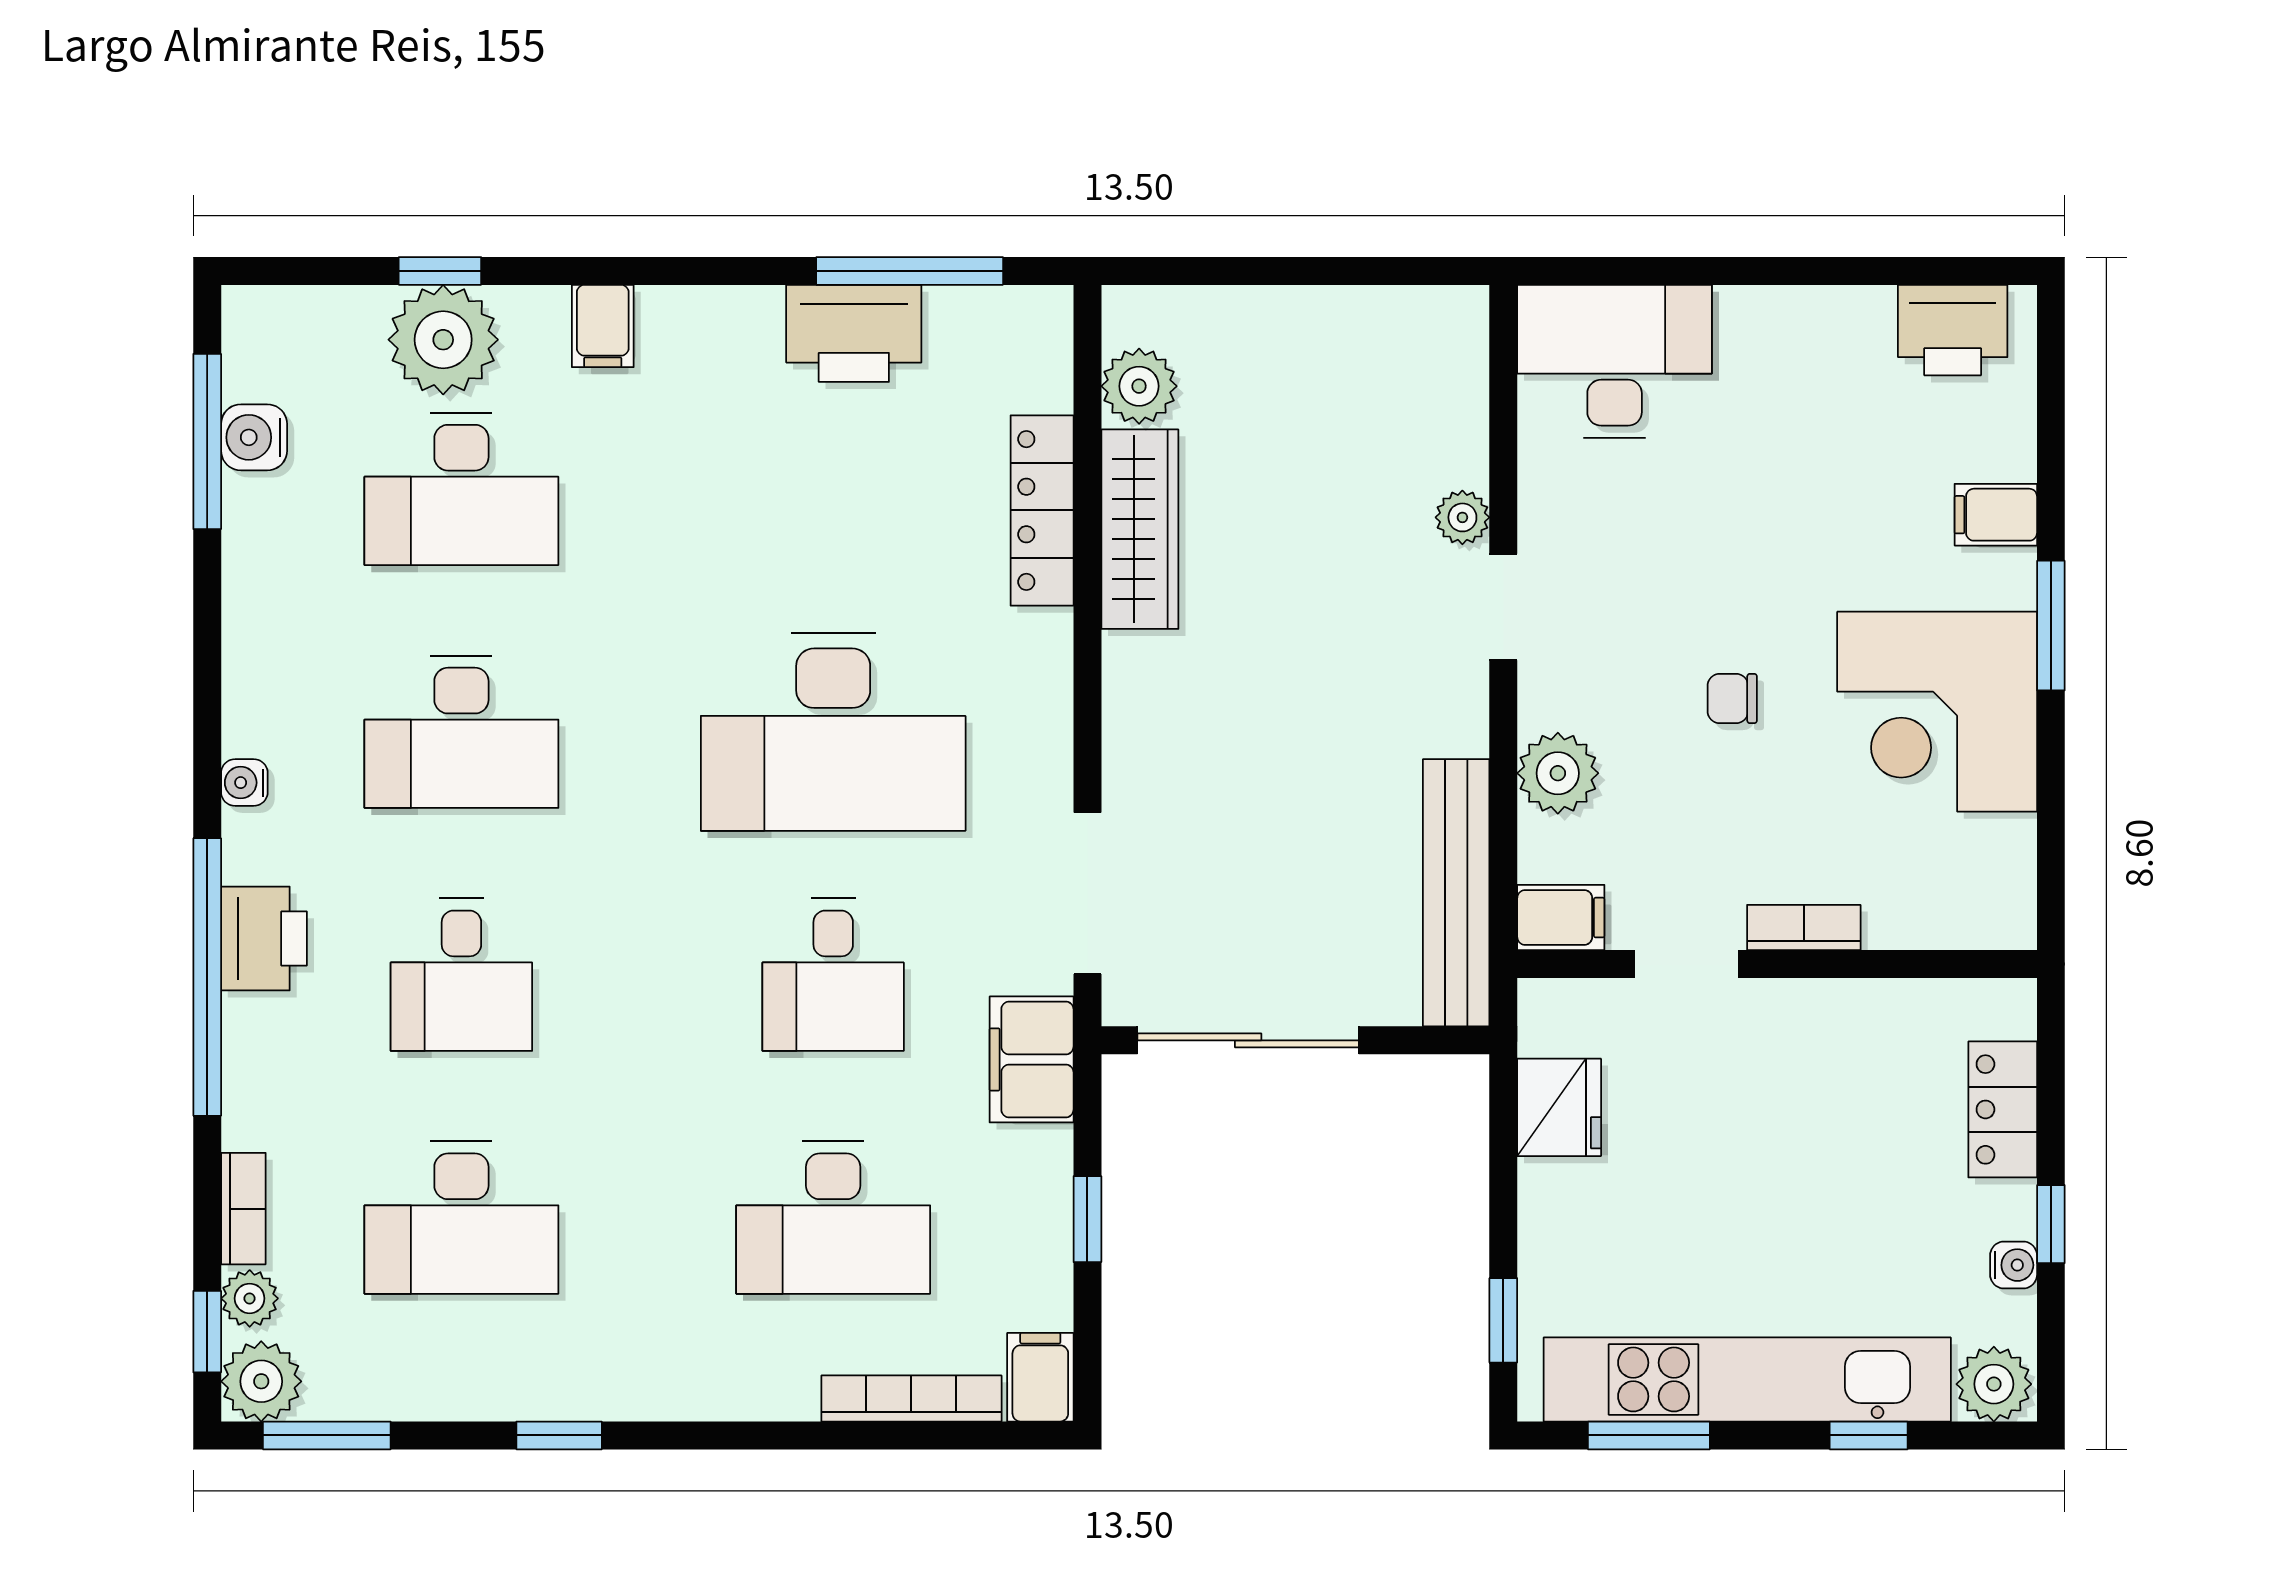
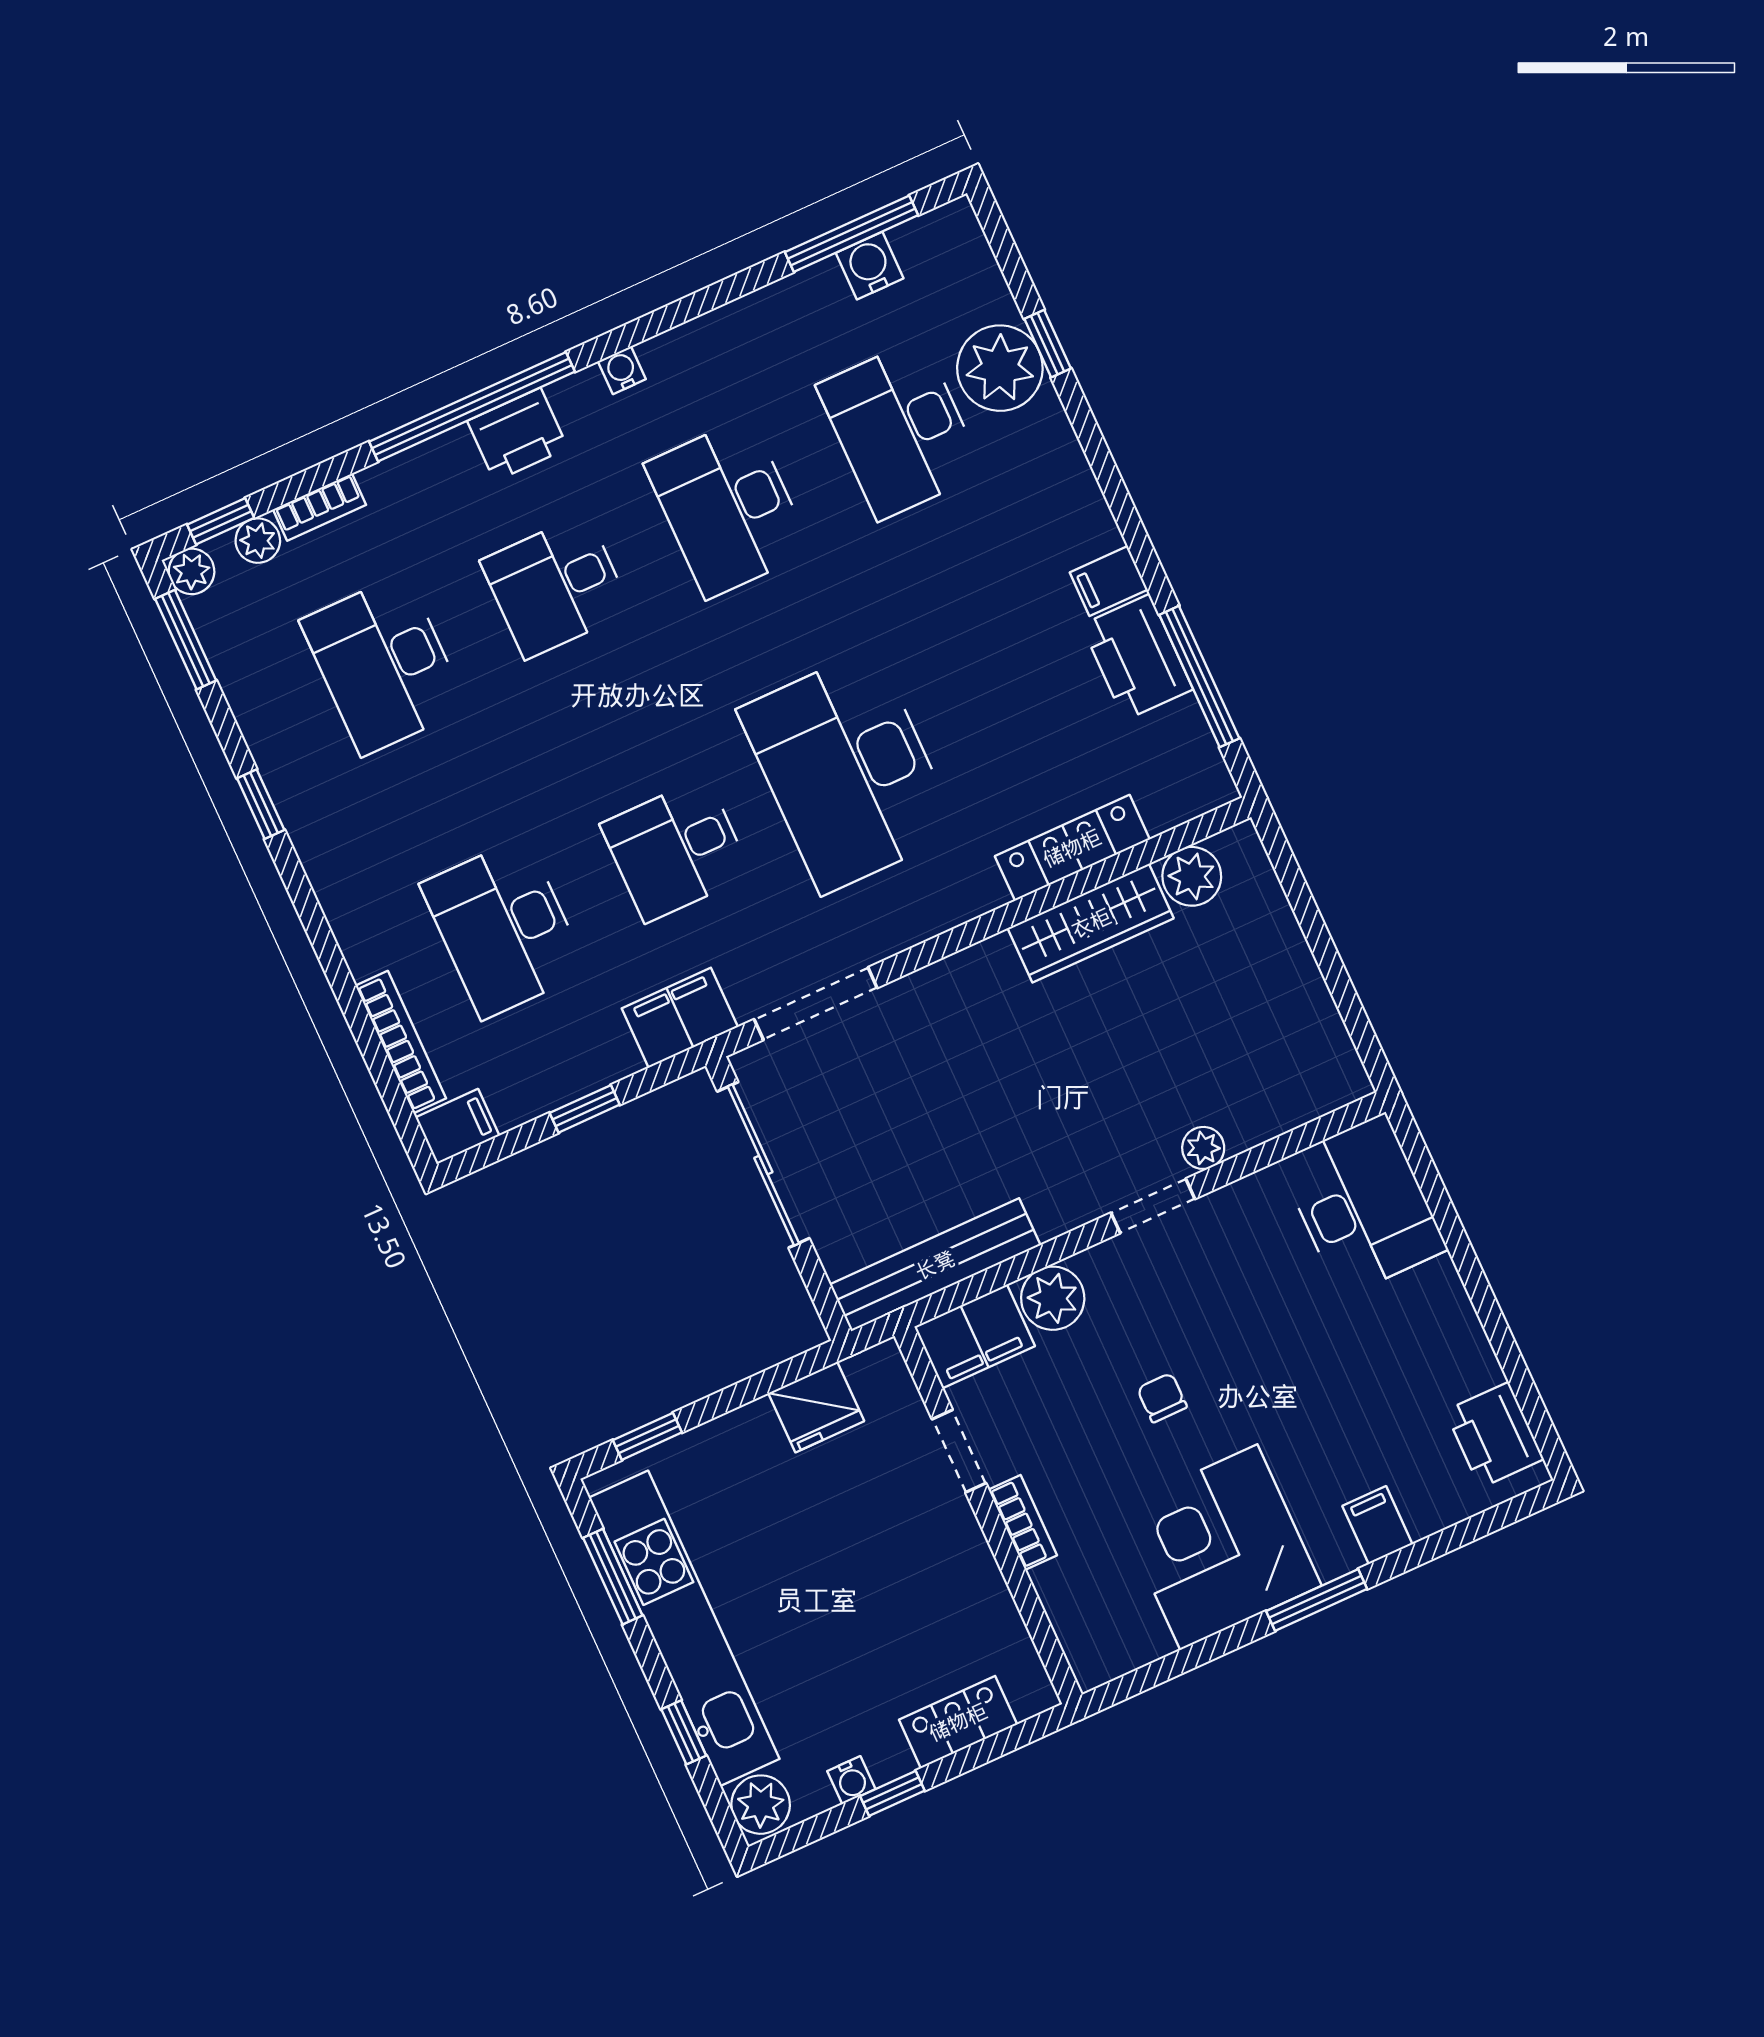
filing cabinet: (603, 326) -> (1109, 581), moved
filing cabinet: (1561, 918) -> (975, 1336), width x2.00
plant: (261, 1381) -> (192, 571), width x0.73, depth x0.73

